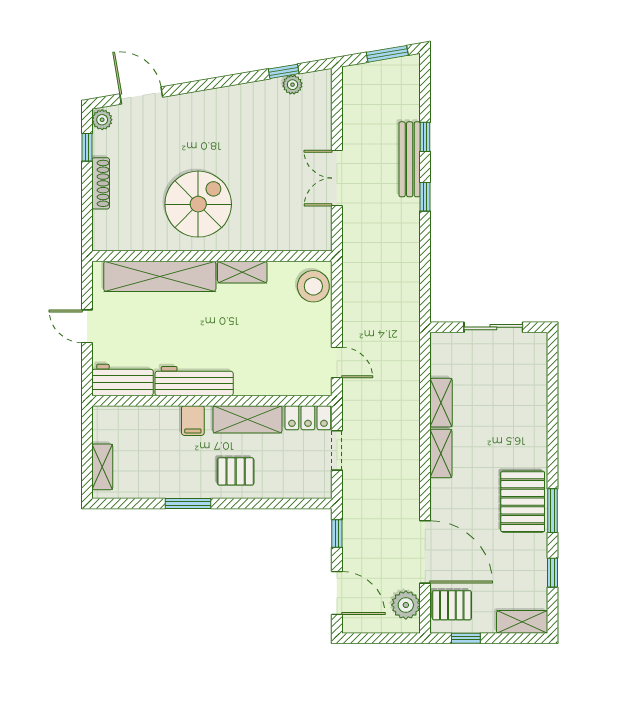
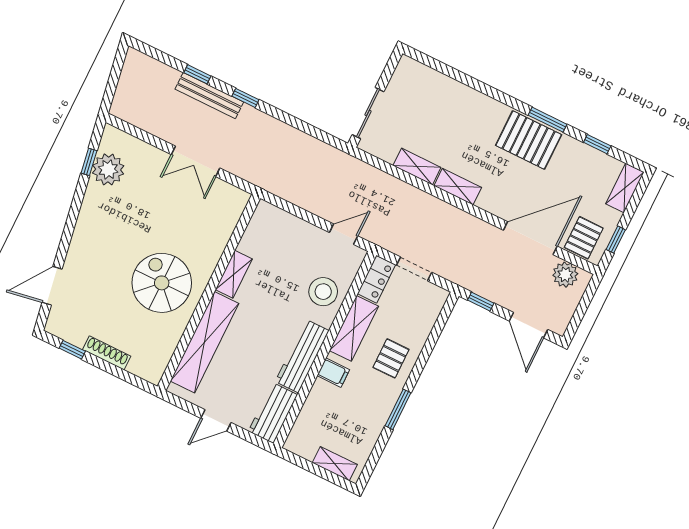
window: (387, 54) -> (116, 72), removed
plant: (292, 85) -> (108, 169), width x1.88, depth x1.88
plant: (102, 120) -> (56, 327), removed
stool: (313, 286) -> (323, 292), moved
sliding door: (493, 327) -> (368, 113), moved
door: (337, 593) -> (529, 325), swing flipped

